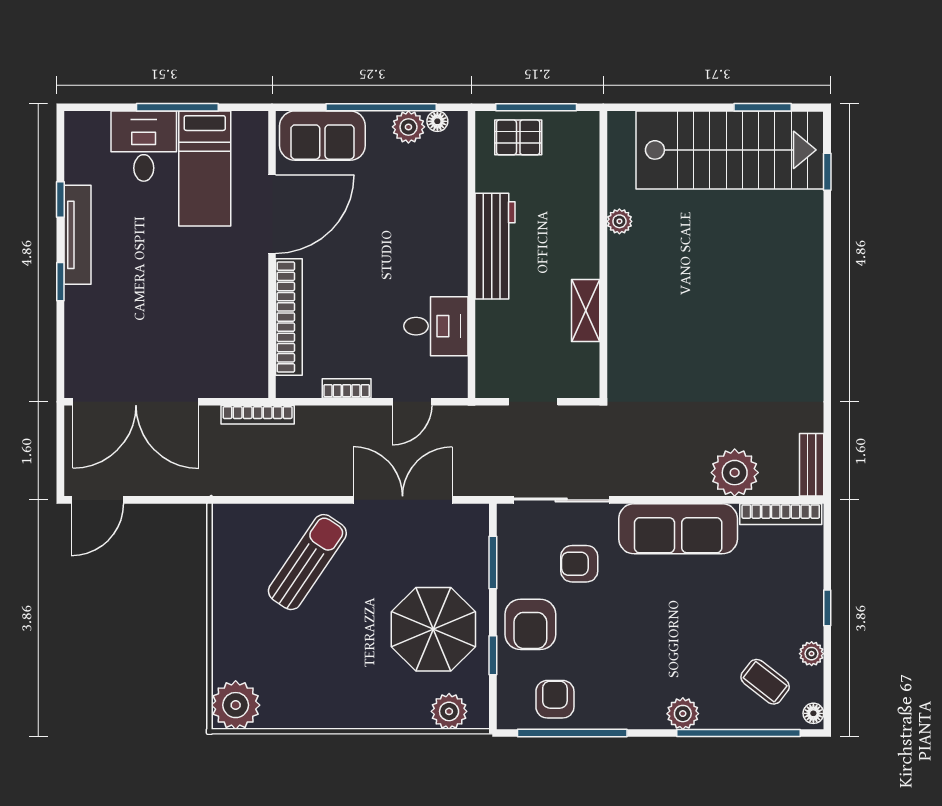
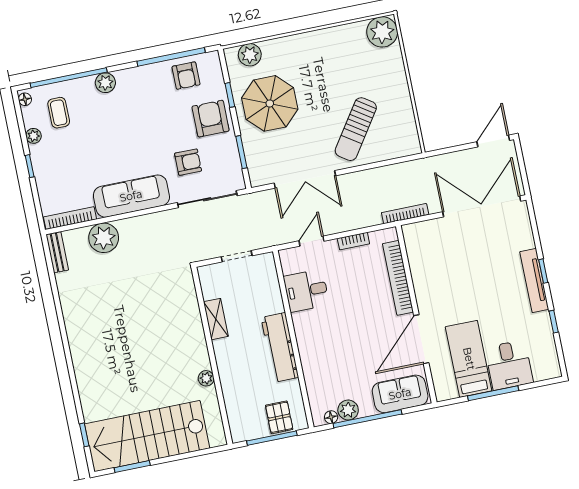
pallet: (518, 137) -> (279, 417), turned 90
tv unit: (78, 235) -> (534, 280), moved
coffee table: (765, 682) -> (59, 113), turned 52

